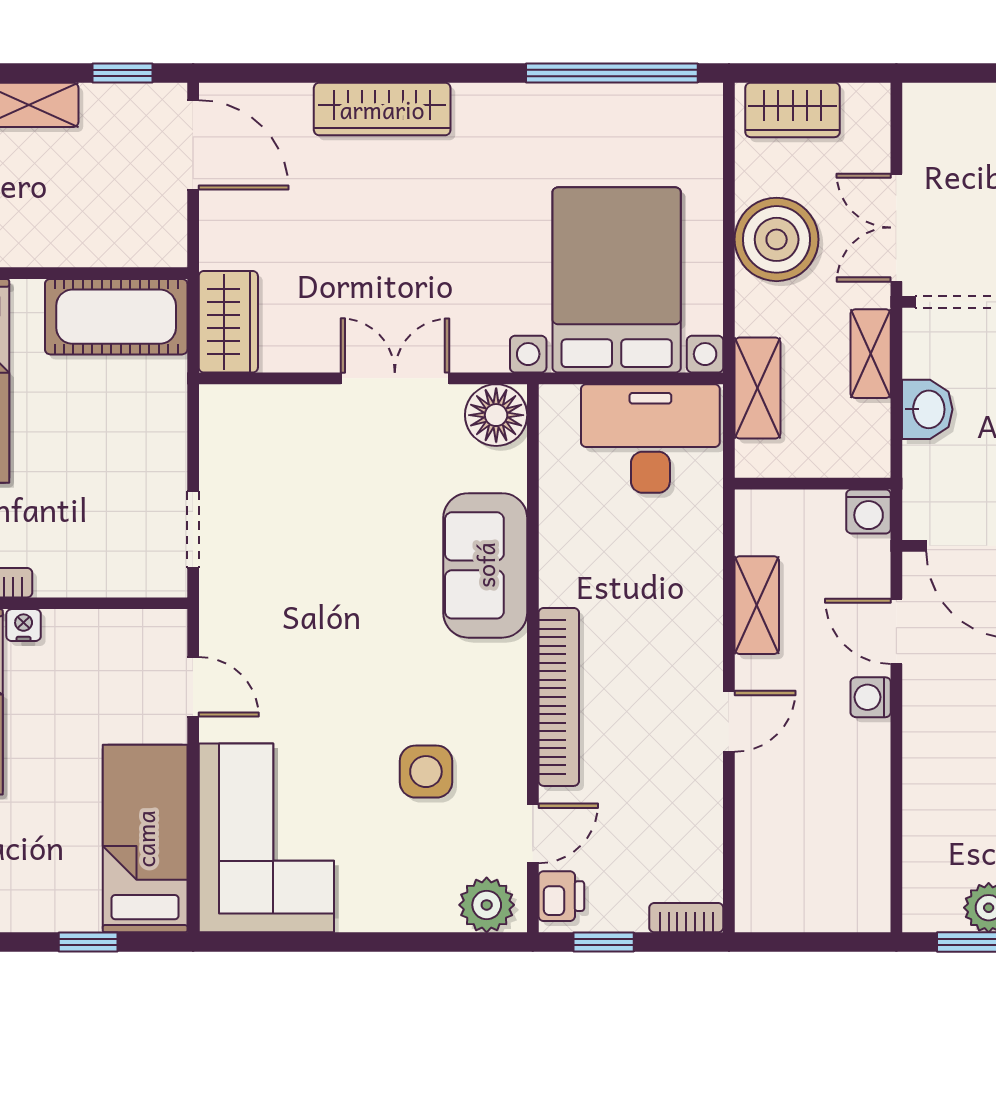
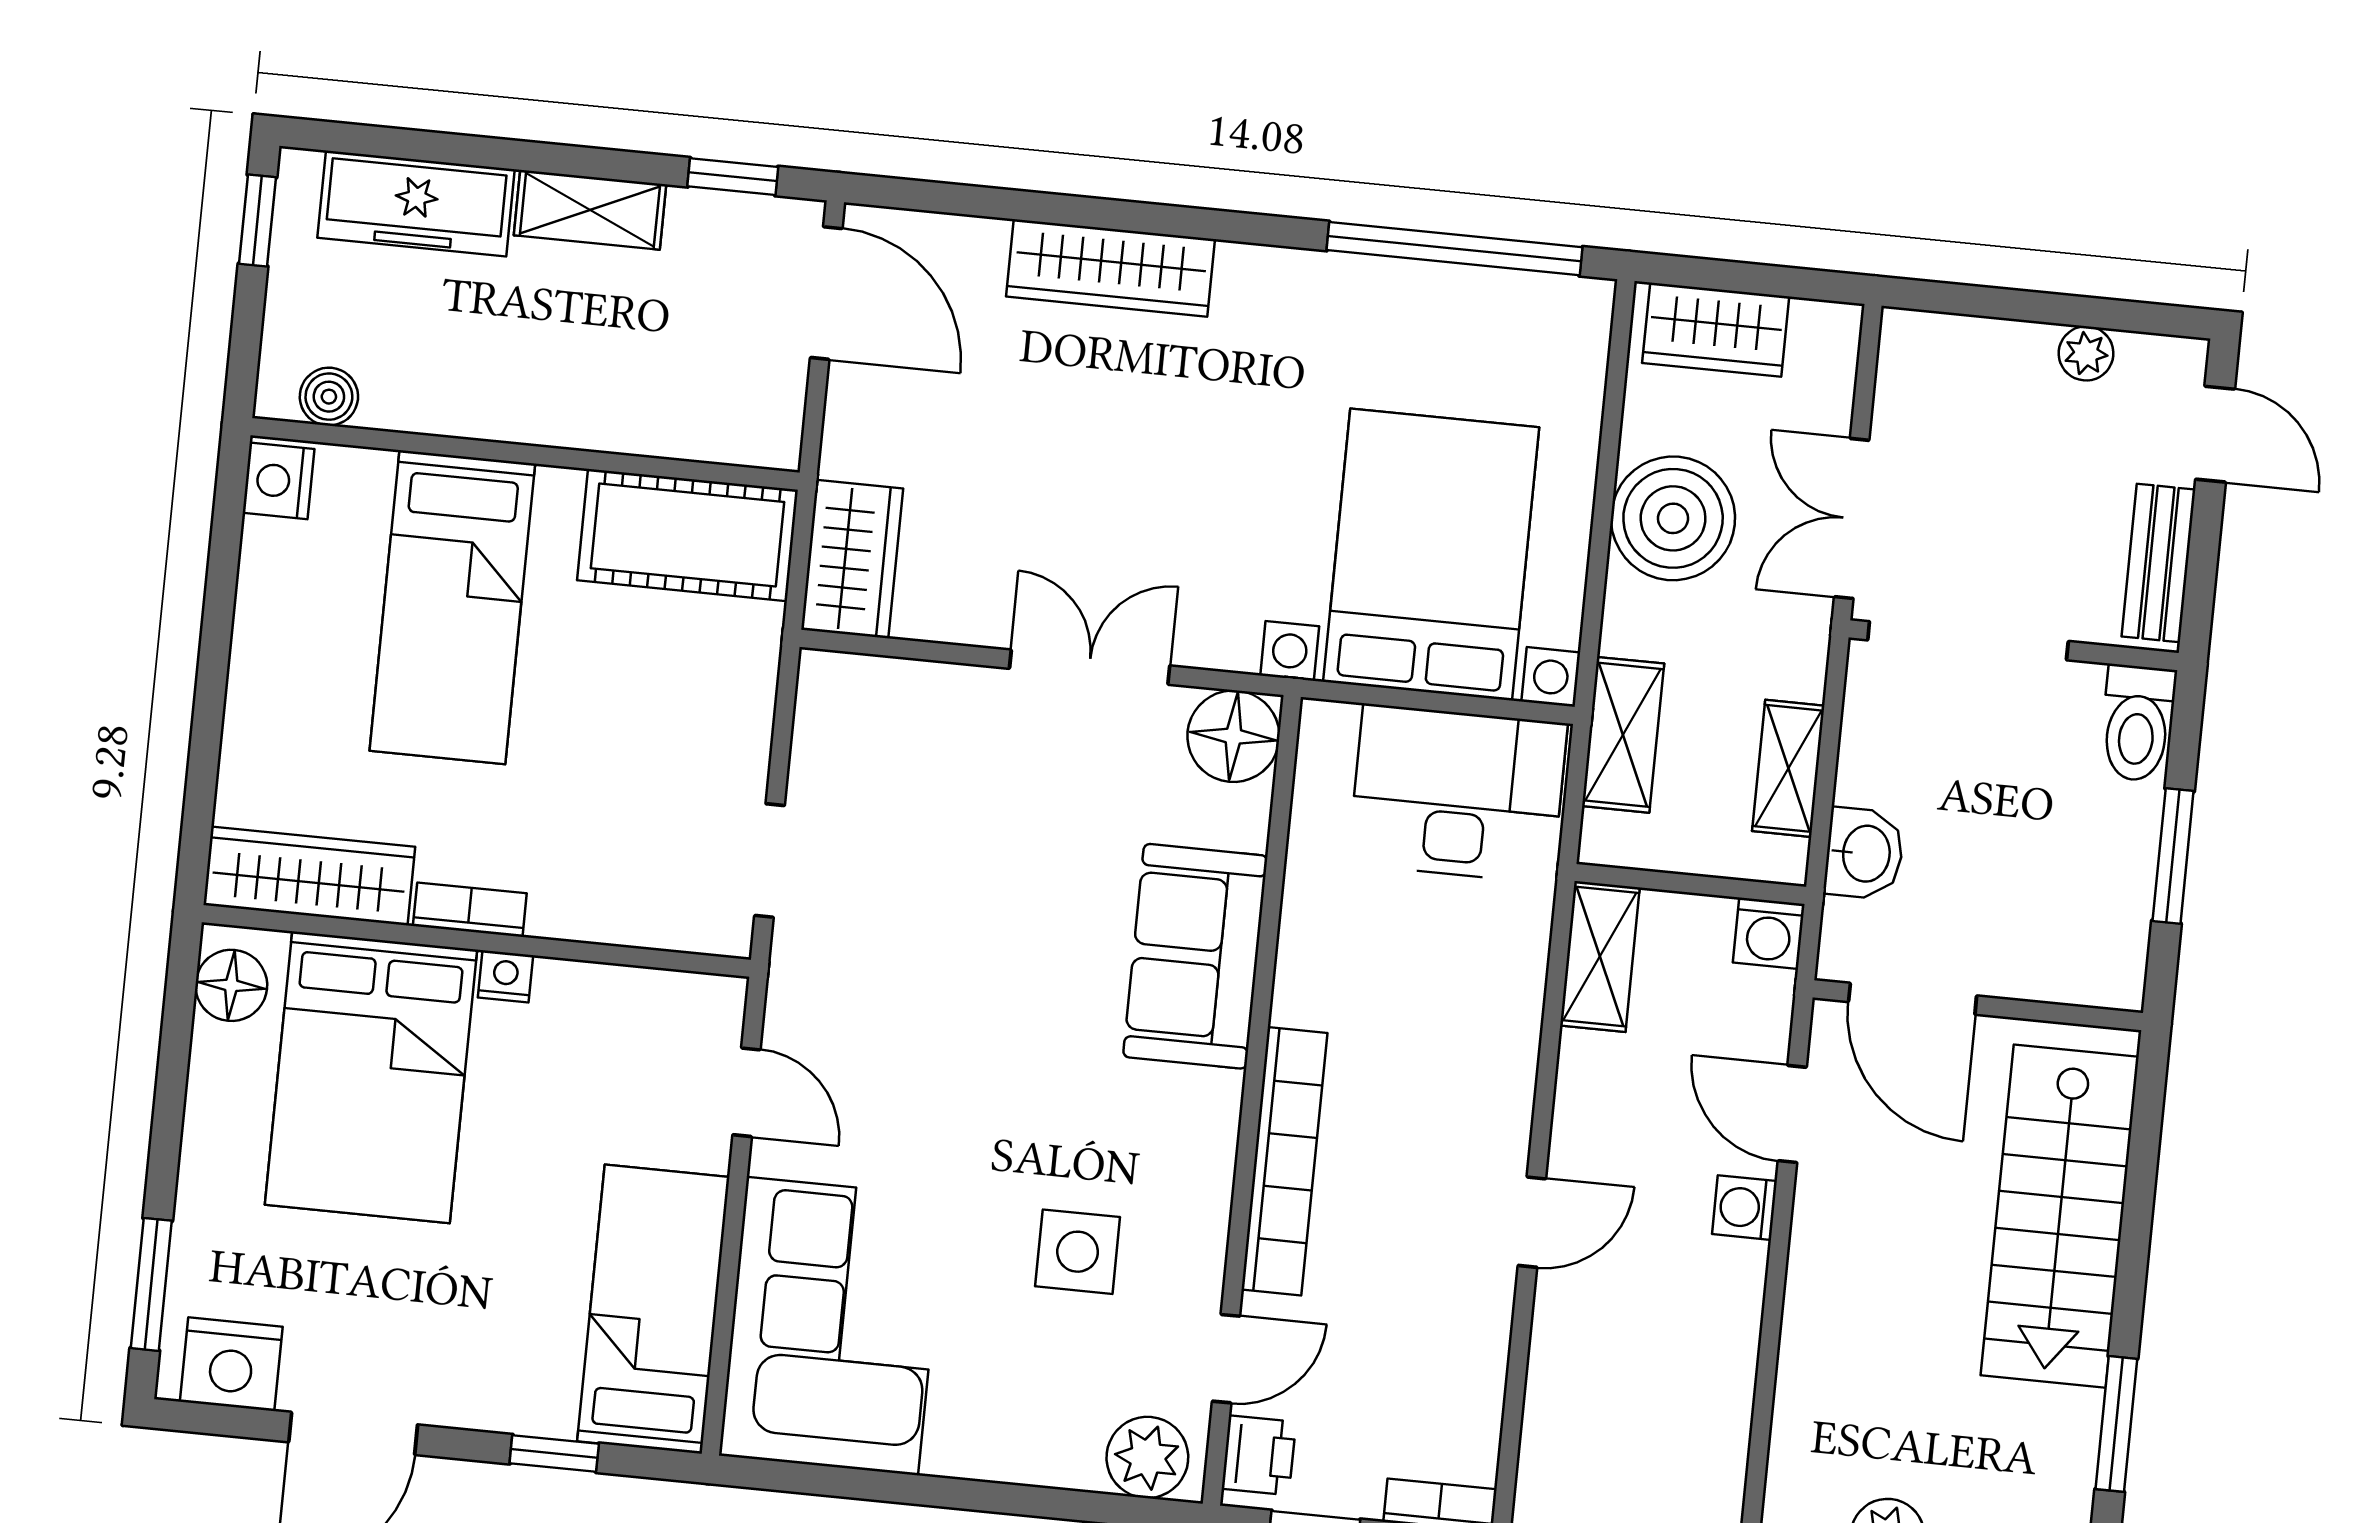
shelving: (871, 354) -> (1788, 768), moved
washbasin: (927, 409) -> (1864, 853), moved
shelving: (757, 605) -> (1600, 957), moved

